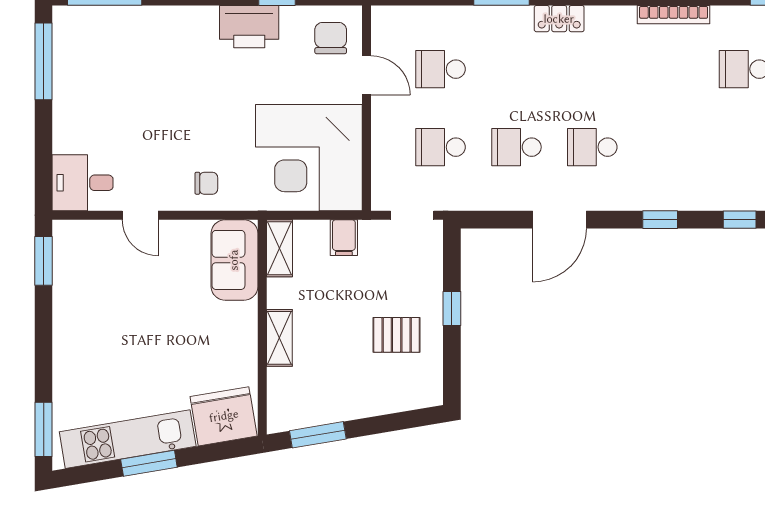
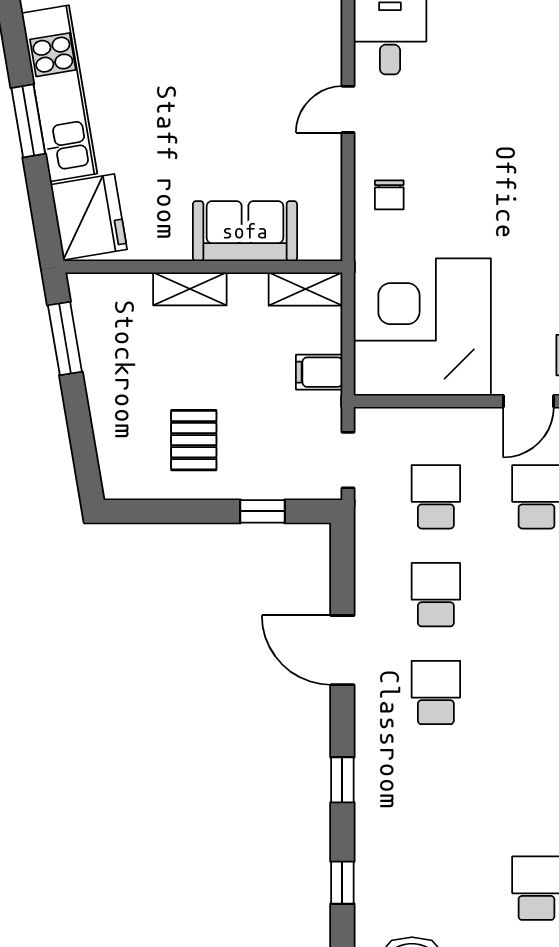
sofa: (234, 260) -> (245, 231), moved
window: (452, 309) -> (262, 511), moved

